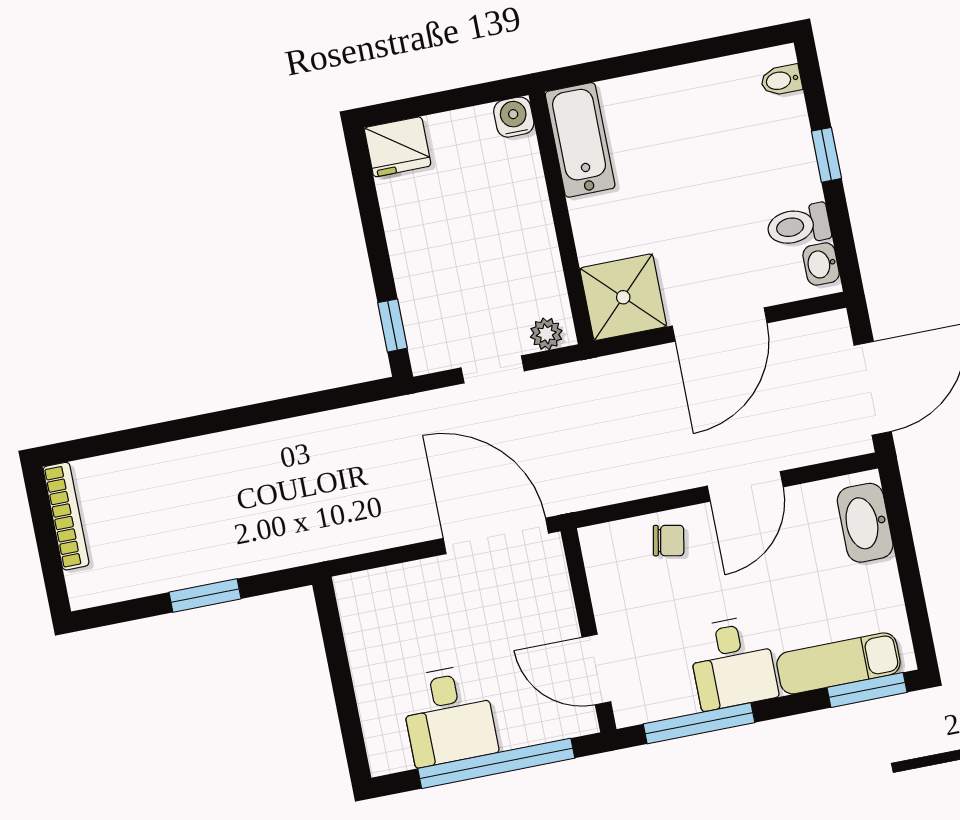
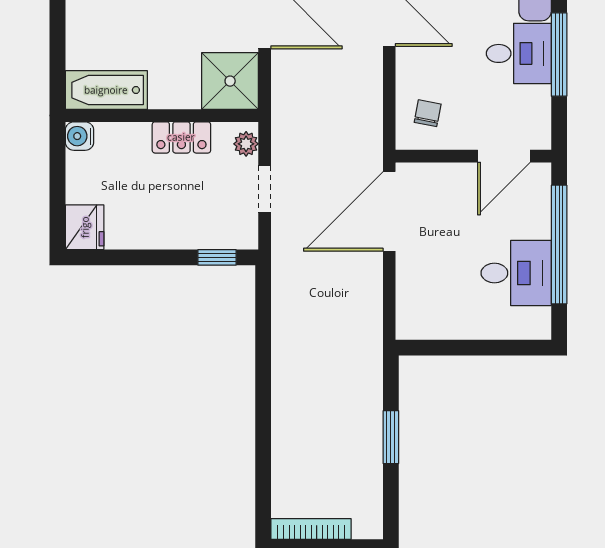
locker: (538, 249) -> (181, 137), added
chair: (669, 541) -> (428, 113), moved
window: (699, 723) -> (559, 55), moved

